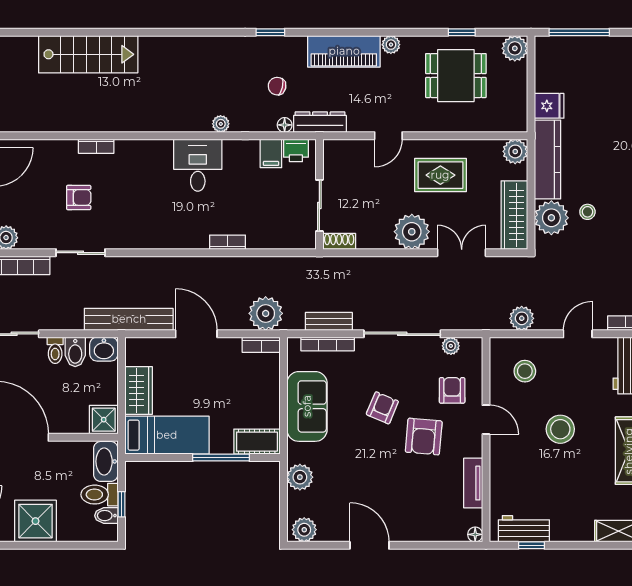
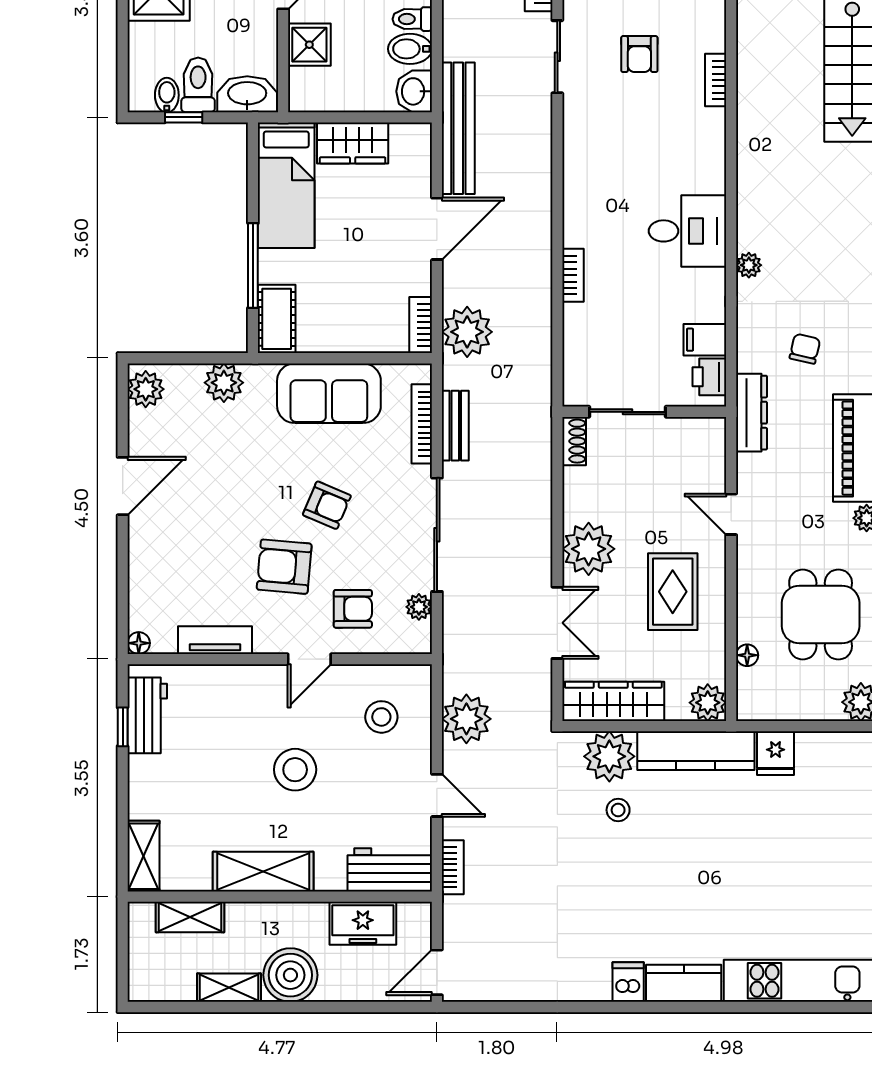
floor lamp: (285, 125) -> (747, 655), moved
plant: (522, 318) -> (466, 719), width x1.36, depth x1.36
shower: (104, 420) -> (309, 45), moved

